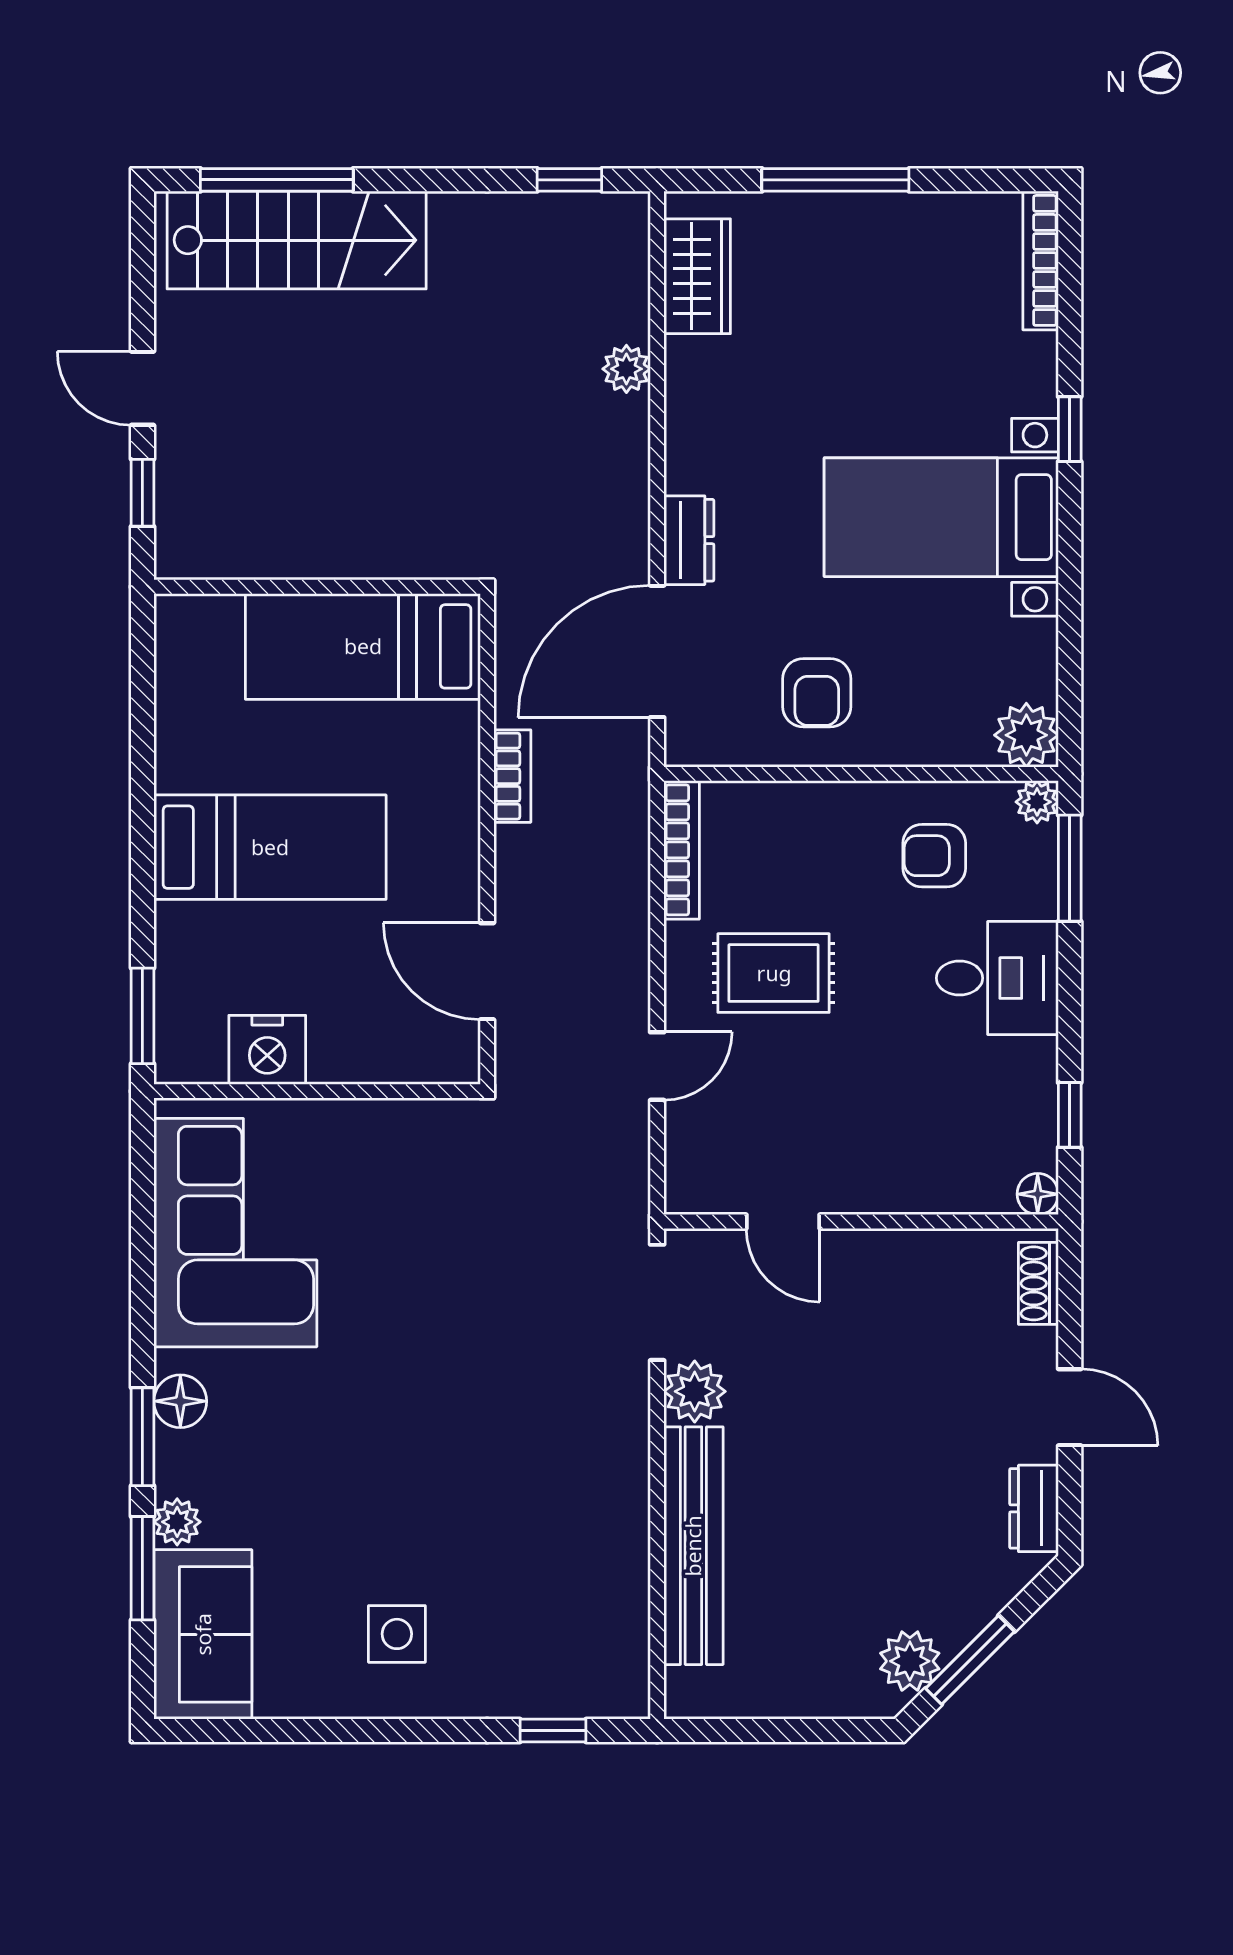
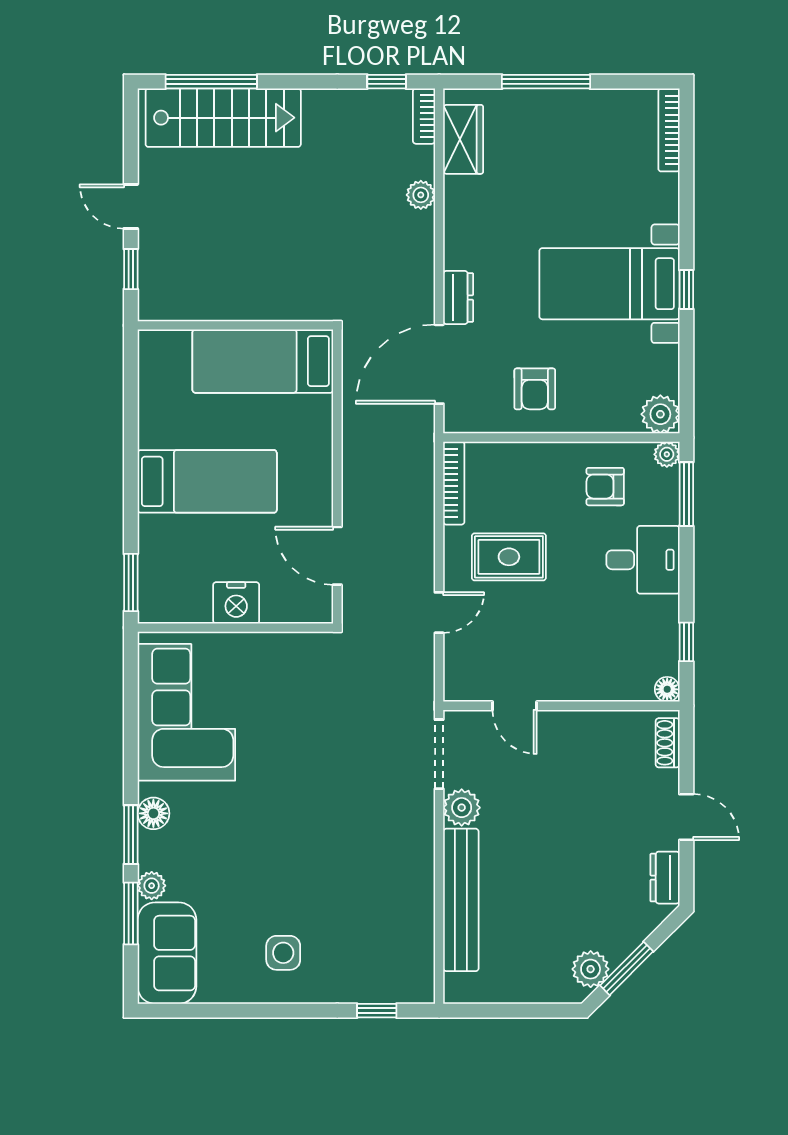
window: (1070, 429) -> (686, 289), moved
bookcase: (512, 776) -> (424, 116), moved, turned 180
nightstand: (267, 1050) -> (236, 603), moved

